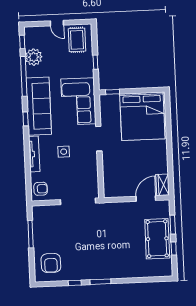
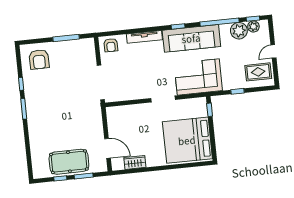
plant: (30, 42) -> (253, 27), added
side table: (64, 152) -> (148, 65), removed
wardrobe: (163, 185) -> (135, 162), moved
armchair: (51, 263) -> (39, 59), turned -90

